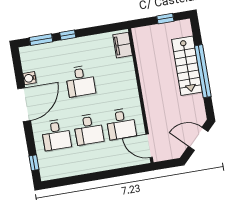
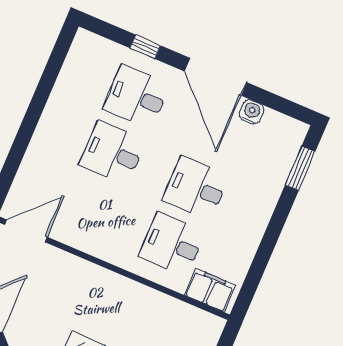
window: (68, 35) -> (280, 215), removed
desk: (121, 124) -> (172, 244), moved
window: (34, 163) -> (145, 47), moved

